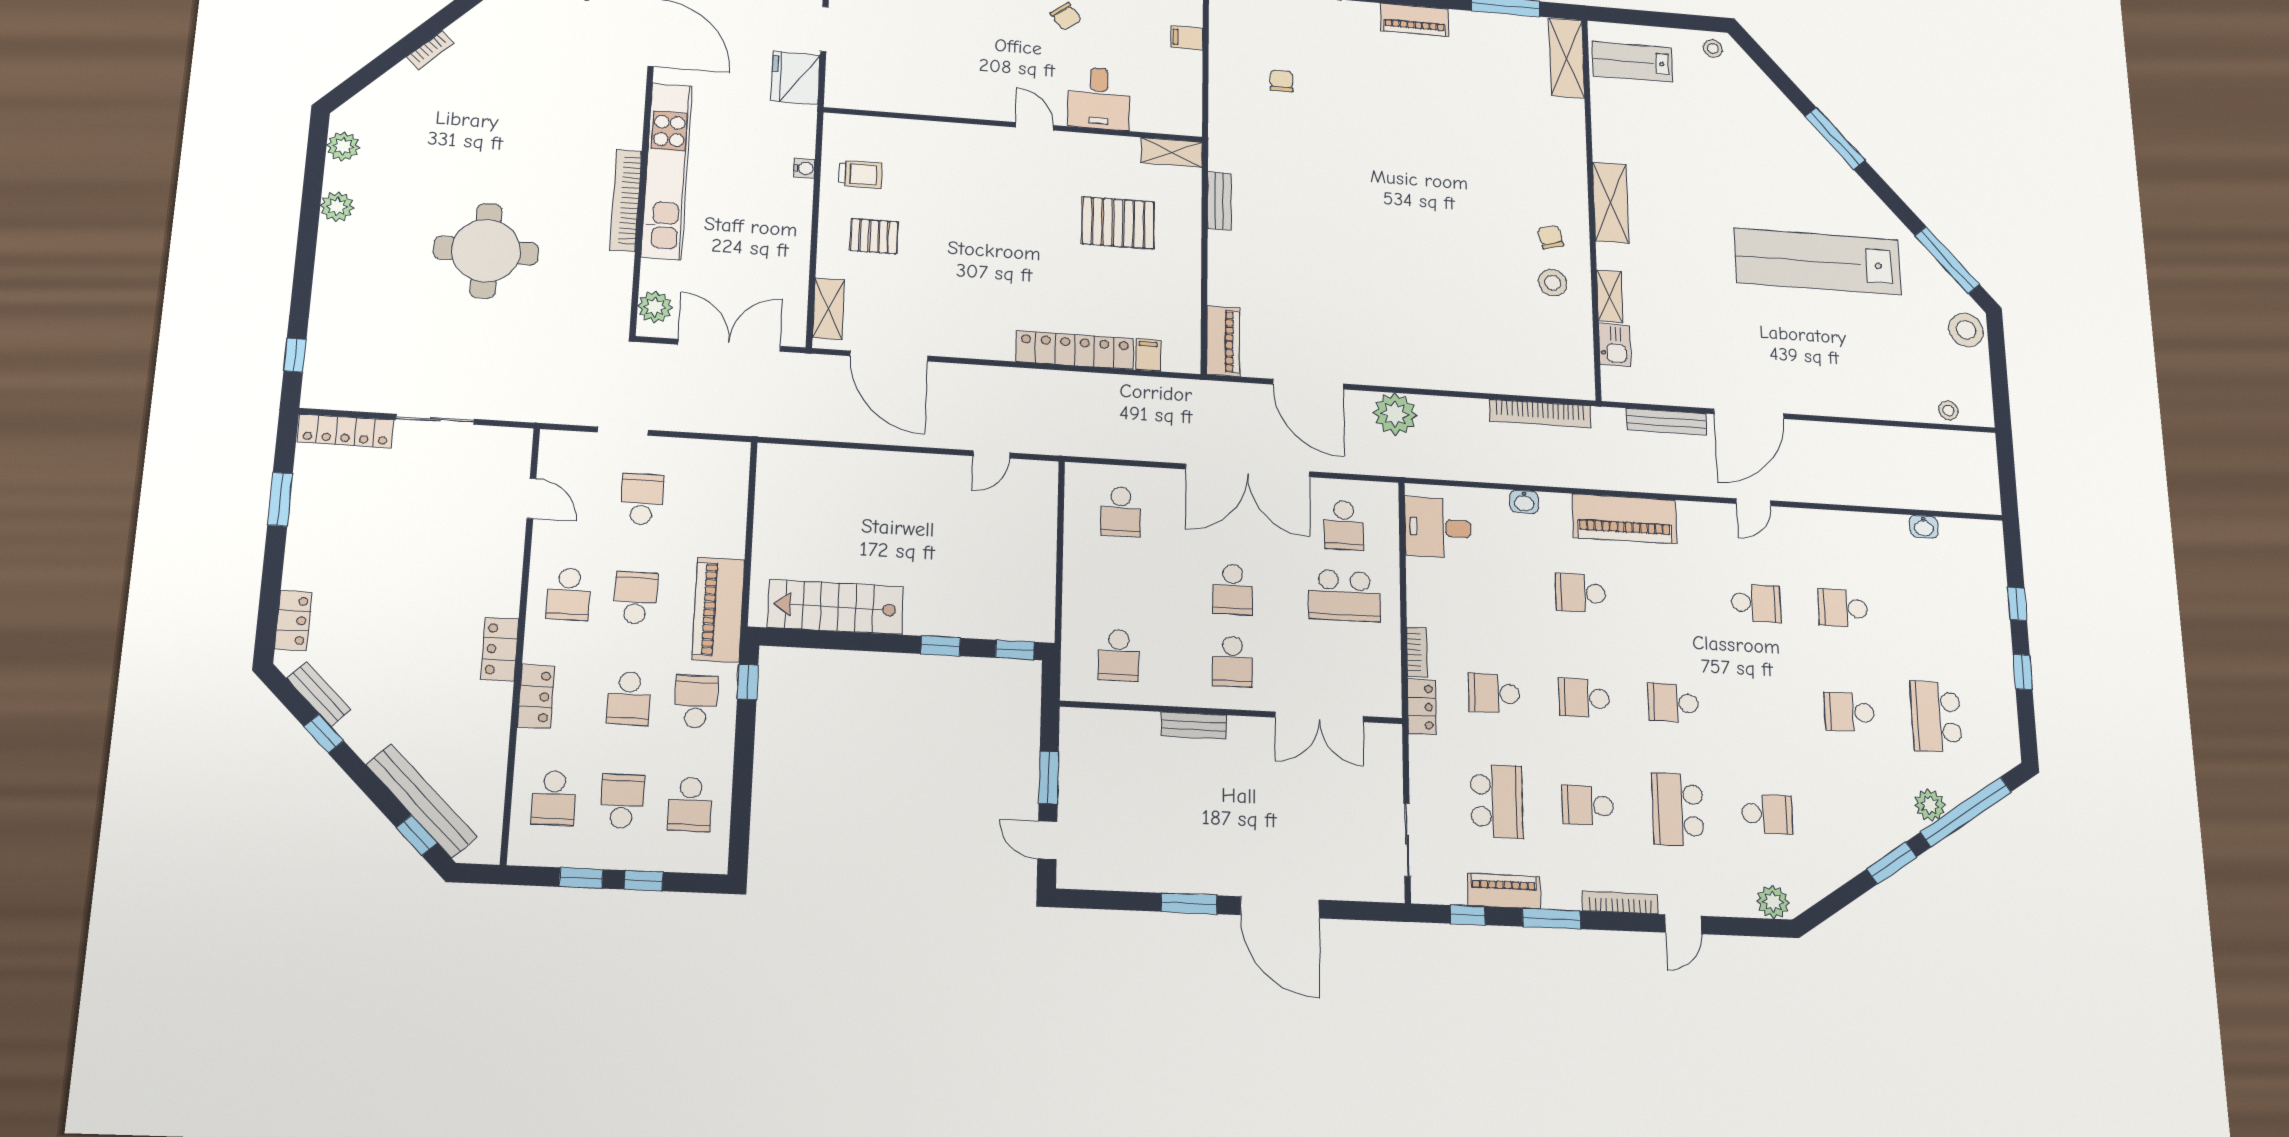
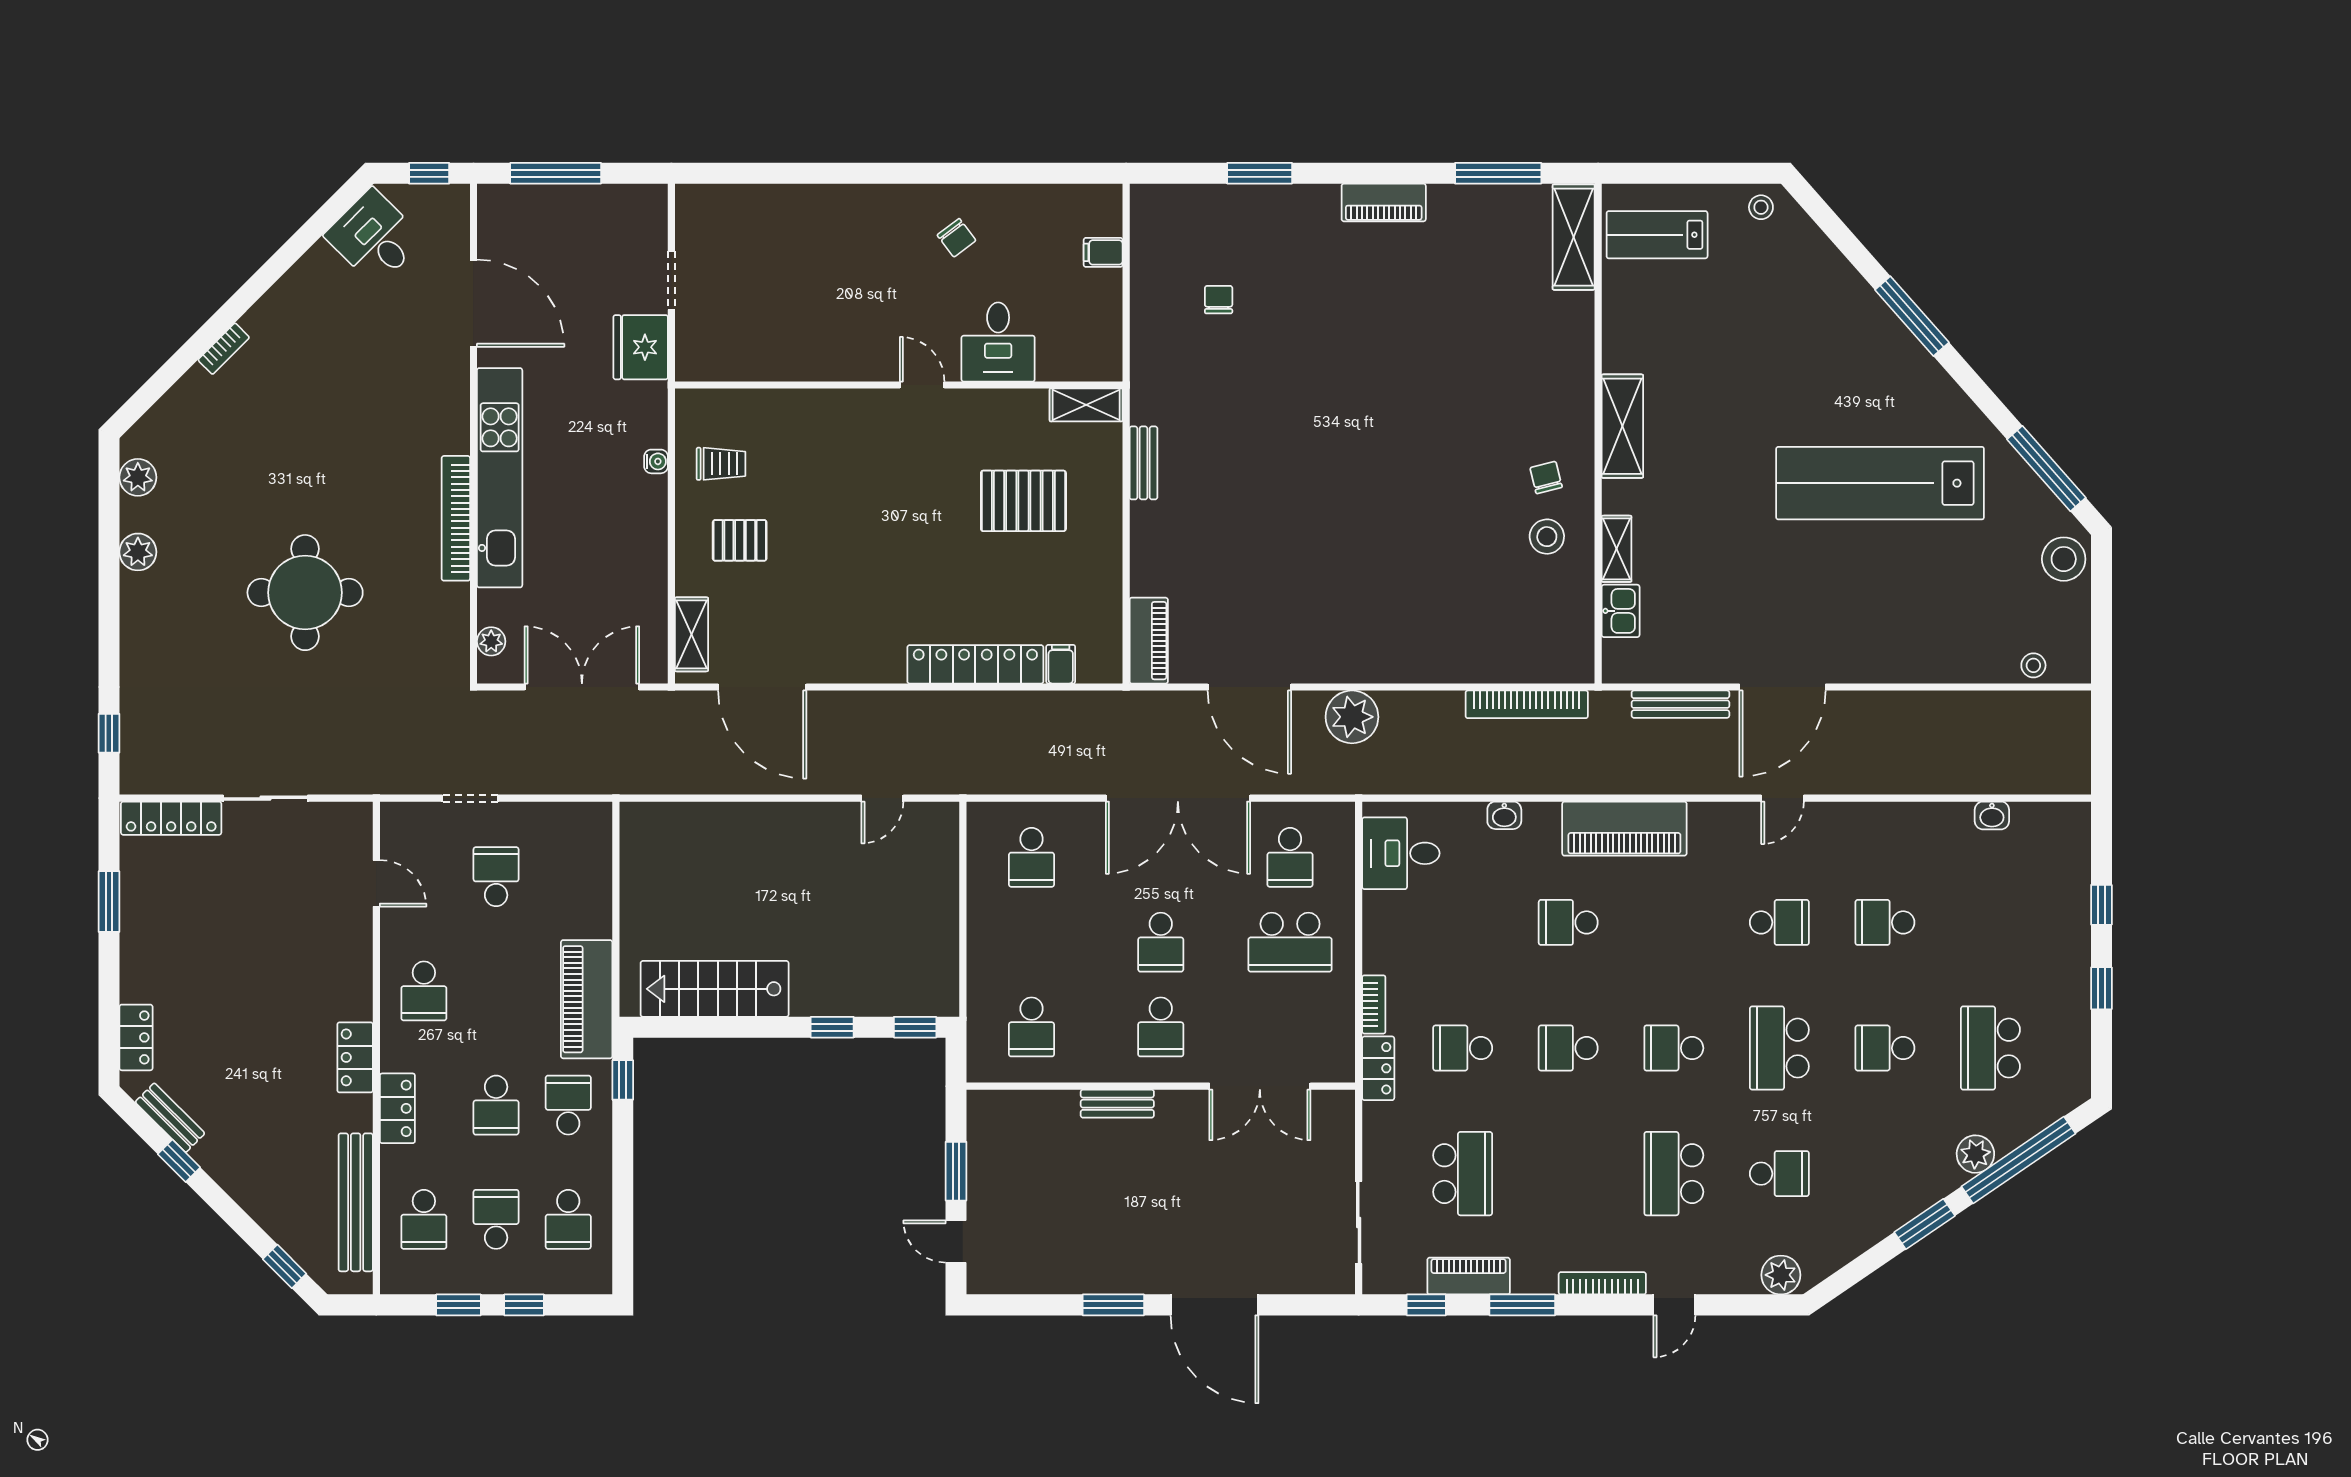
plant: (655, 307) -> (491, 641), width x0.73, depth x0.73
school desk: (635, 598) -> (496, 991), removed
bench: (421, 801) -> (356, 1202), moved, turned 45
school desk: (1588, 805) -> (1779, 1048), moved, width x1.85

